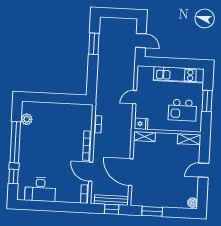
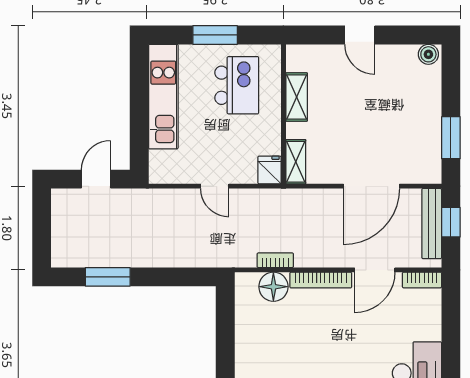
floor lamp: (85, 123) -> (273, 287), added
shelving: (189, 139) -> (297, 97), moved

